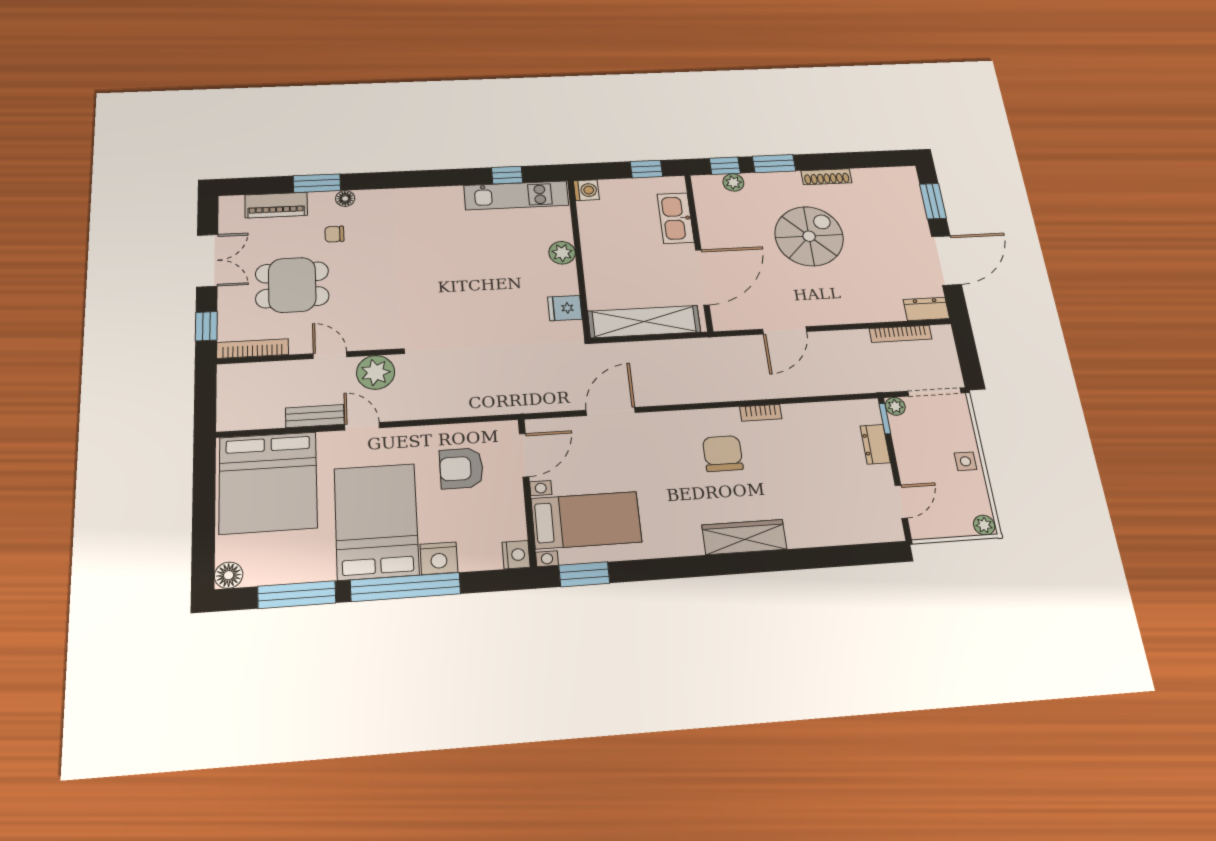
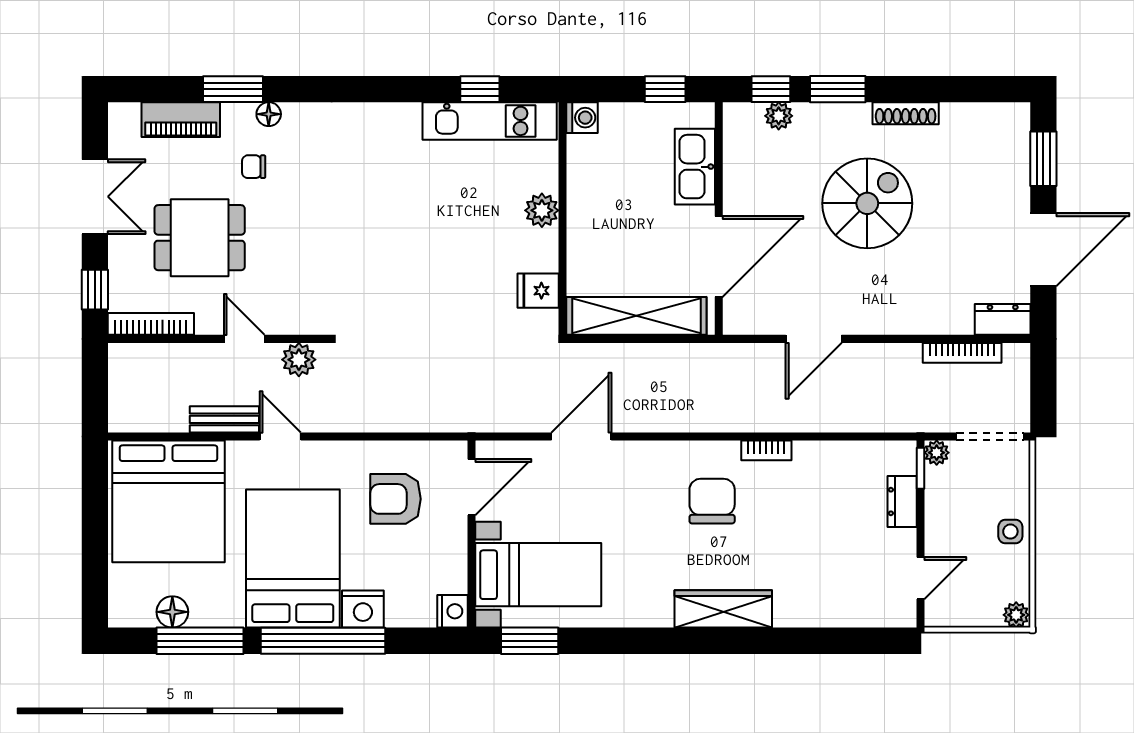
plant: (376, 372) -> (299, 360), width x0.73, depth x0.73
floor lamp: (229, 575) -> (172, 612), moved

